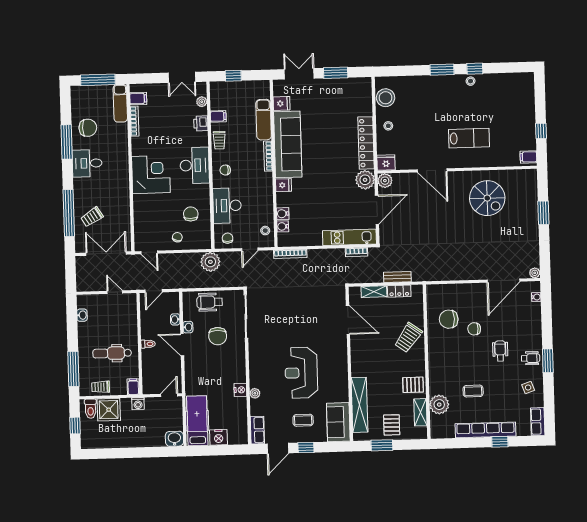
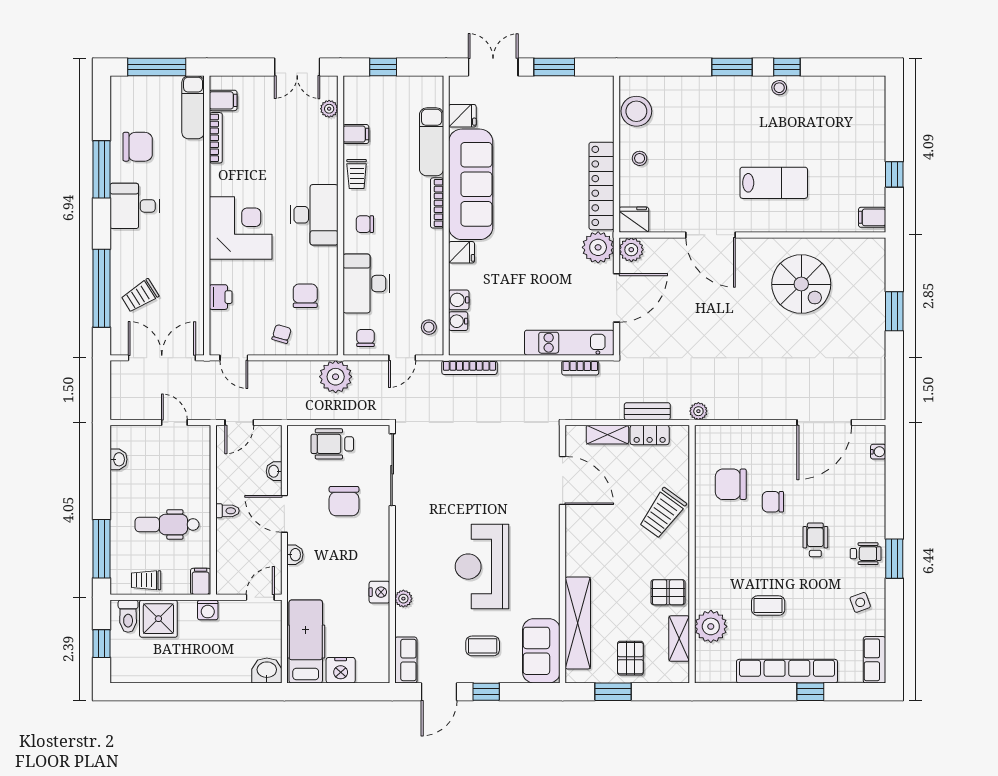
printer: (201, 123) -> (221, 297), moved, turned 180
plant: (535, 273) -> (698, 411), moved
washbasin: (188, 327) -> (295, 555), moved

